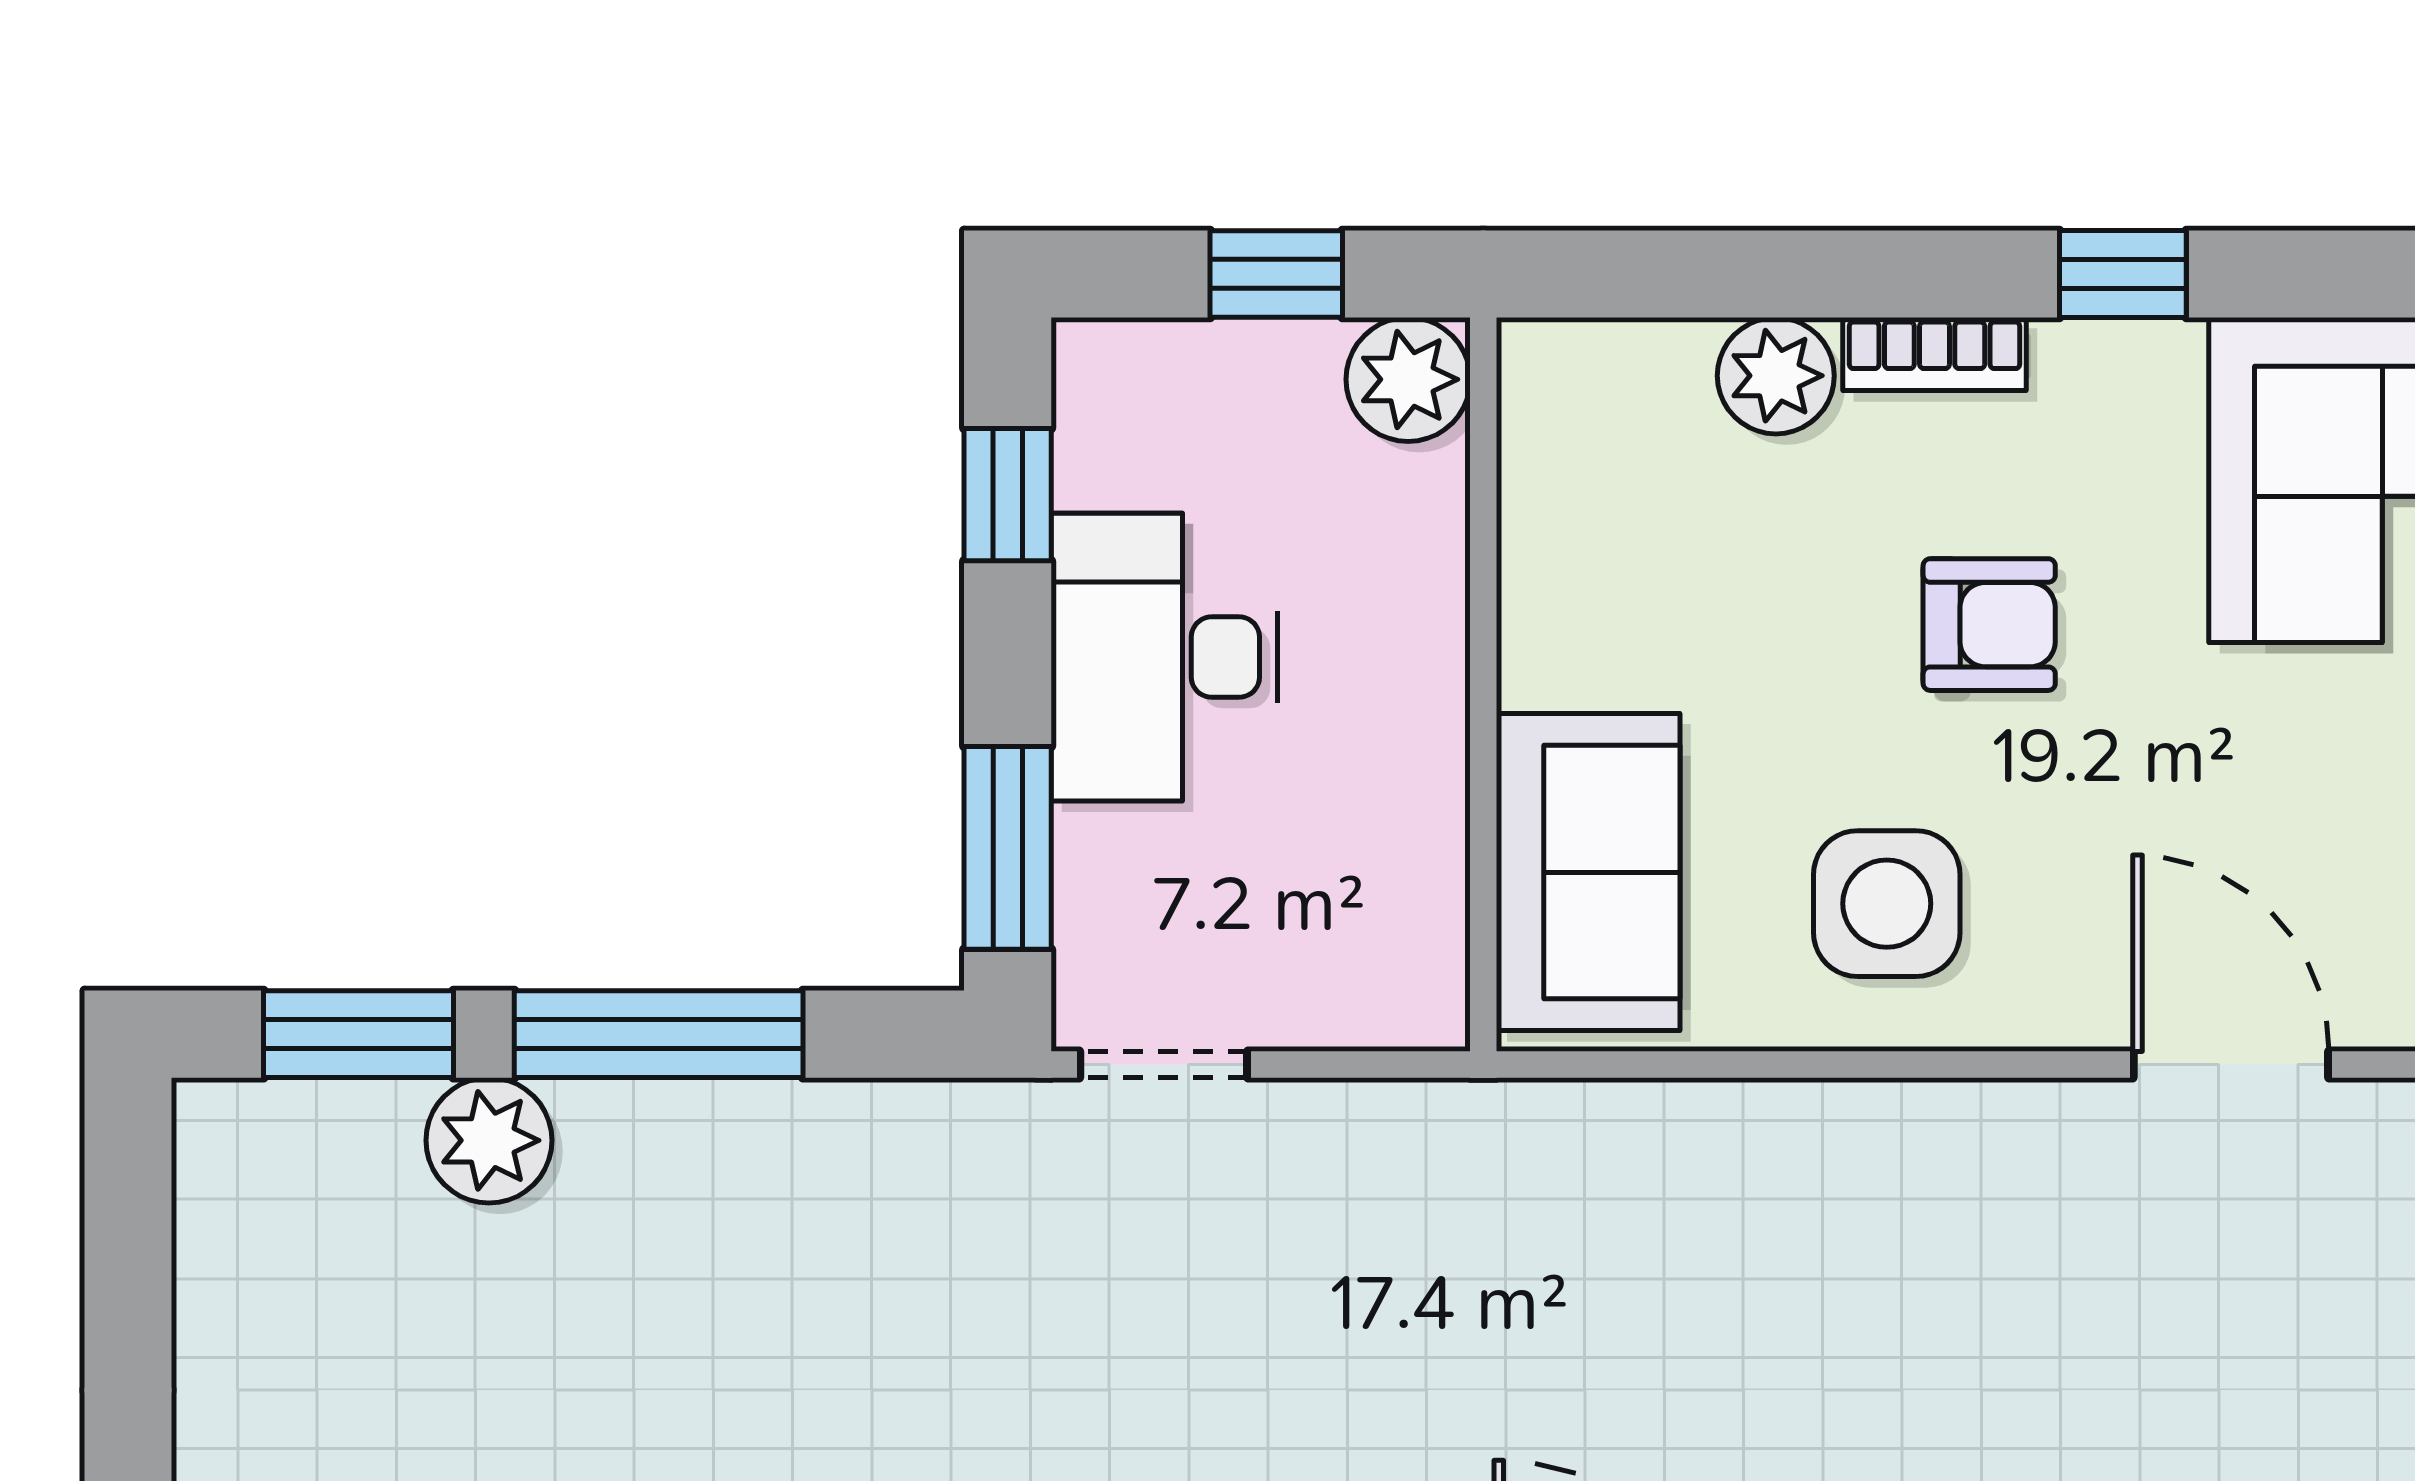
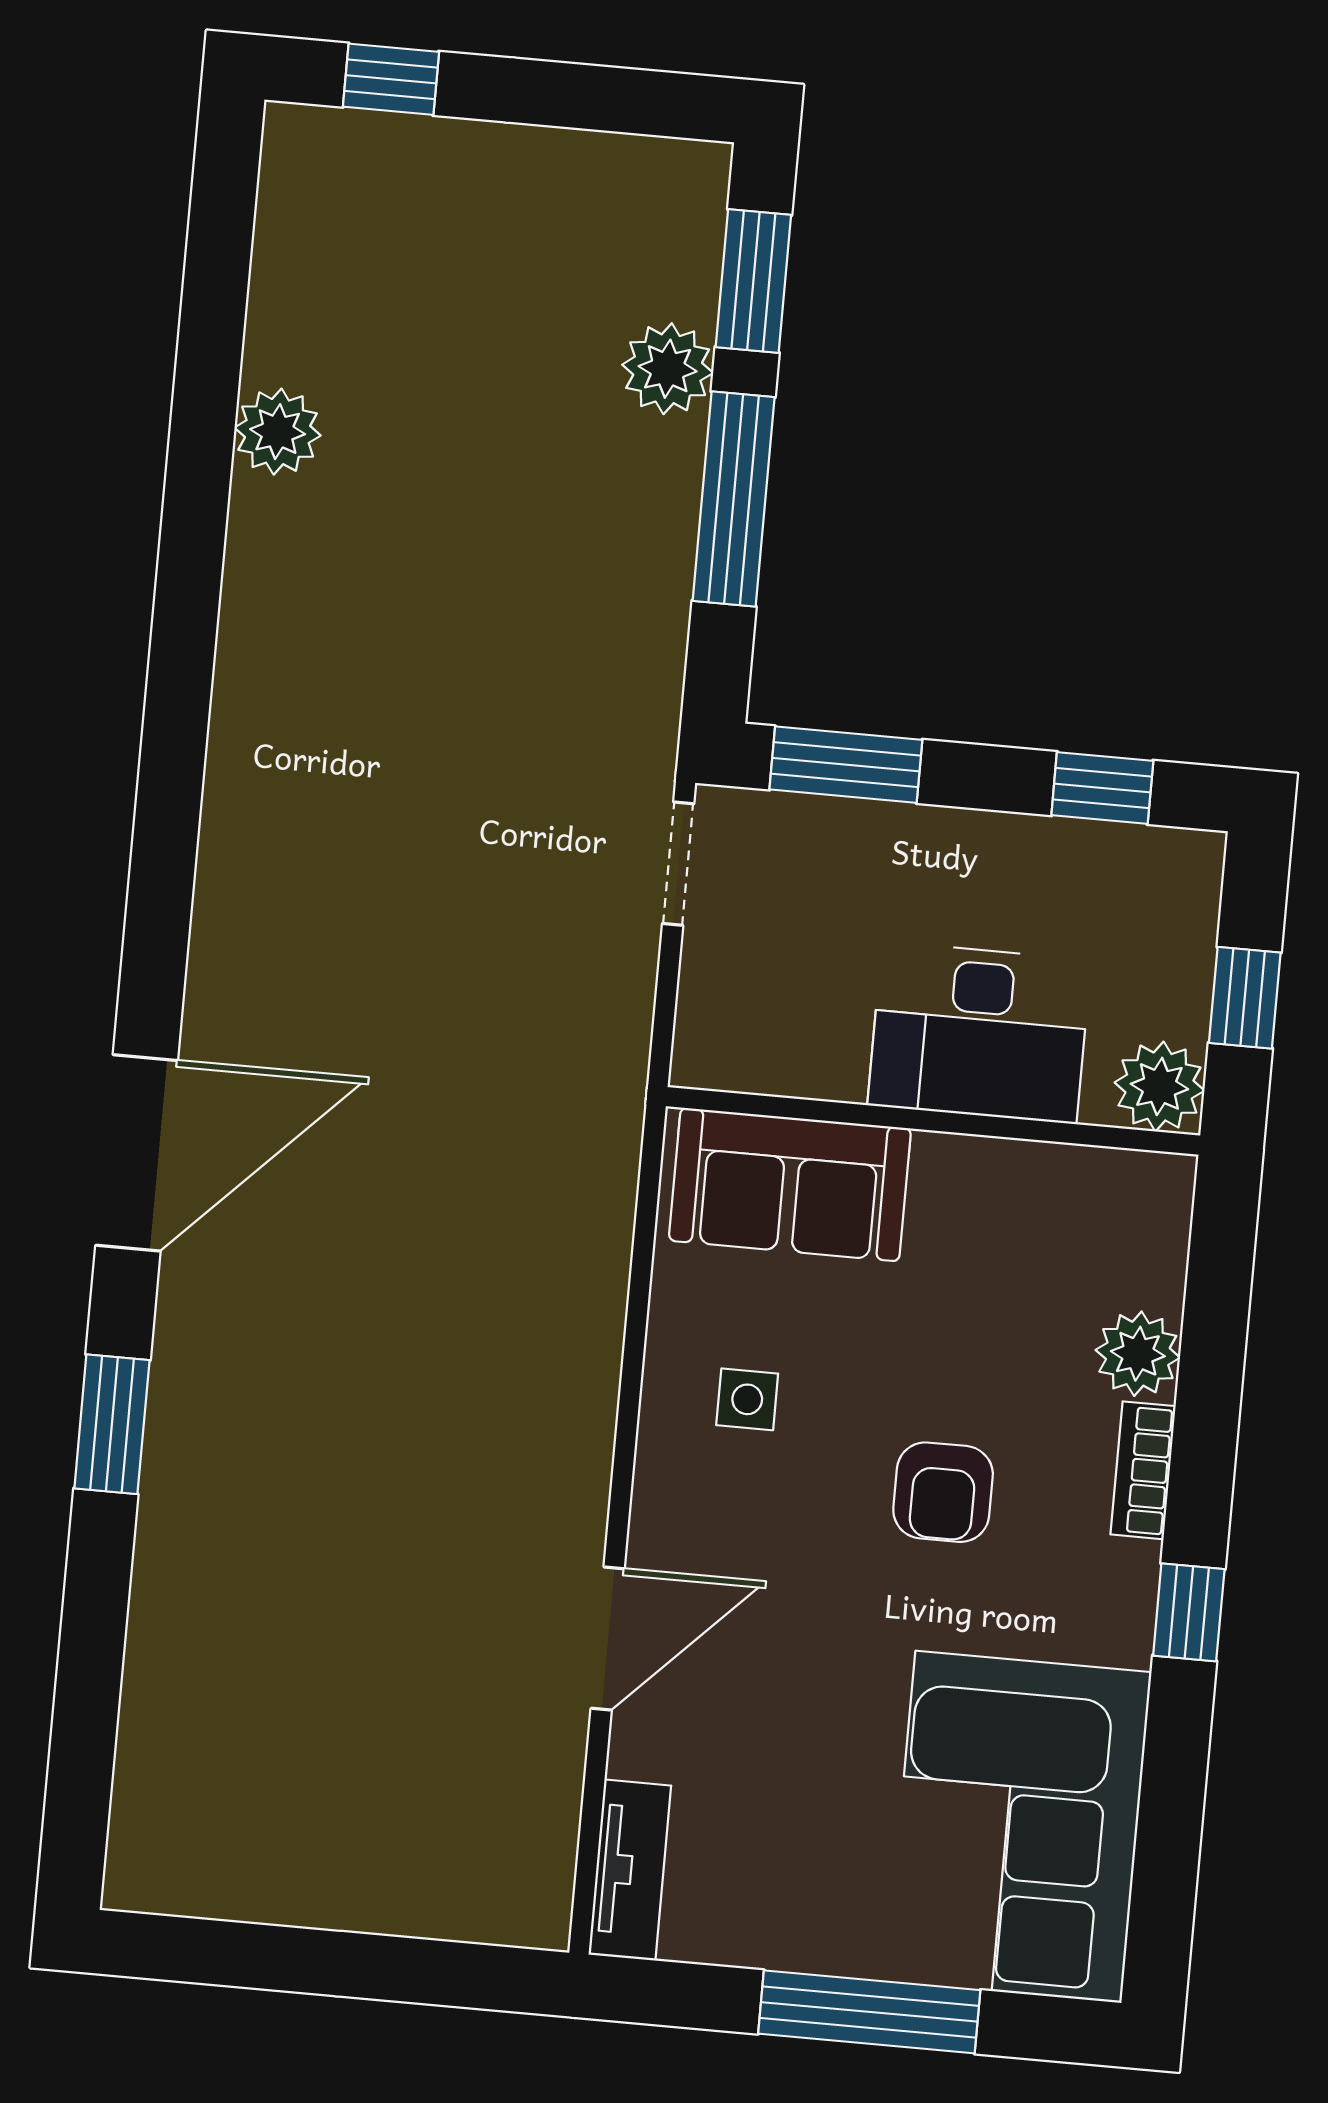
desk: (1164, 657) -> (979, 1033), moved, turned 180
side table: (1887, 904) -> (747, 1399), width x0.54, depth x0.54

